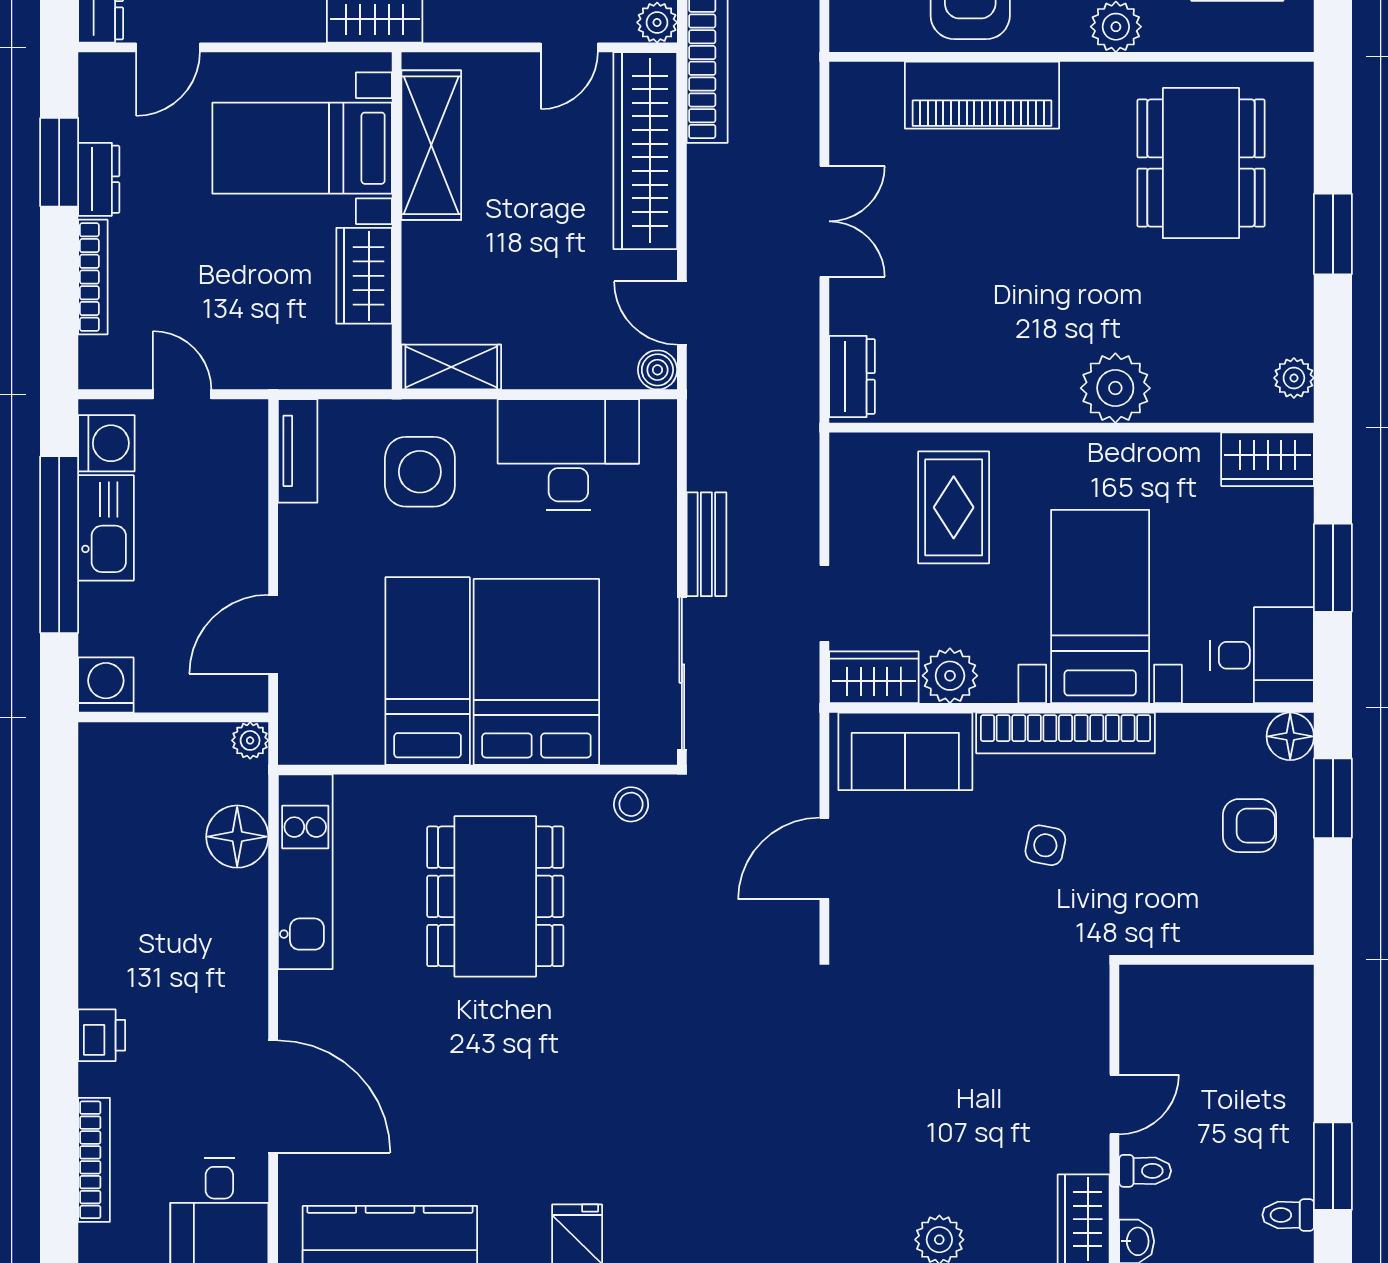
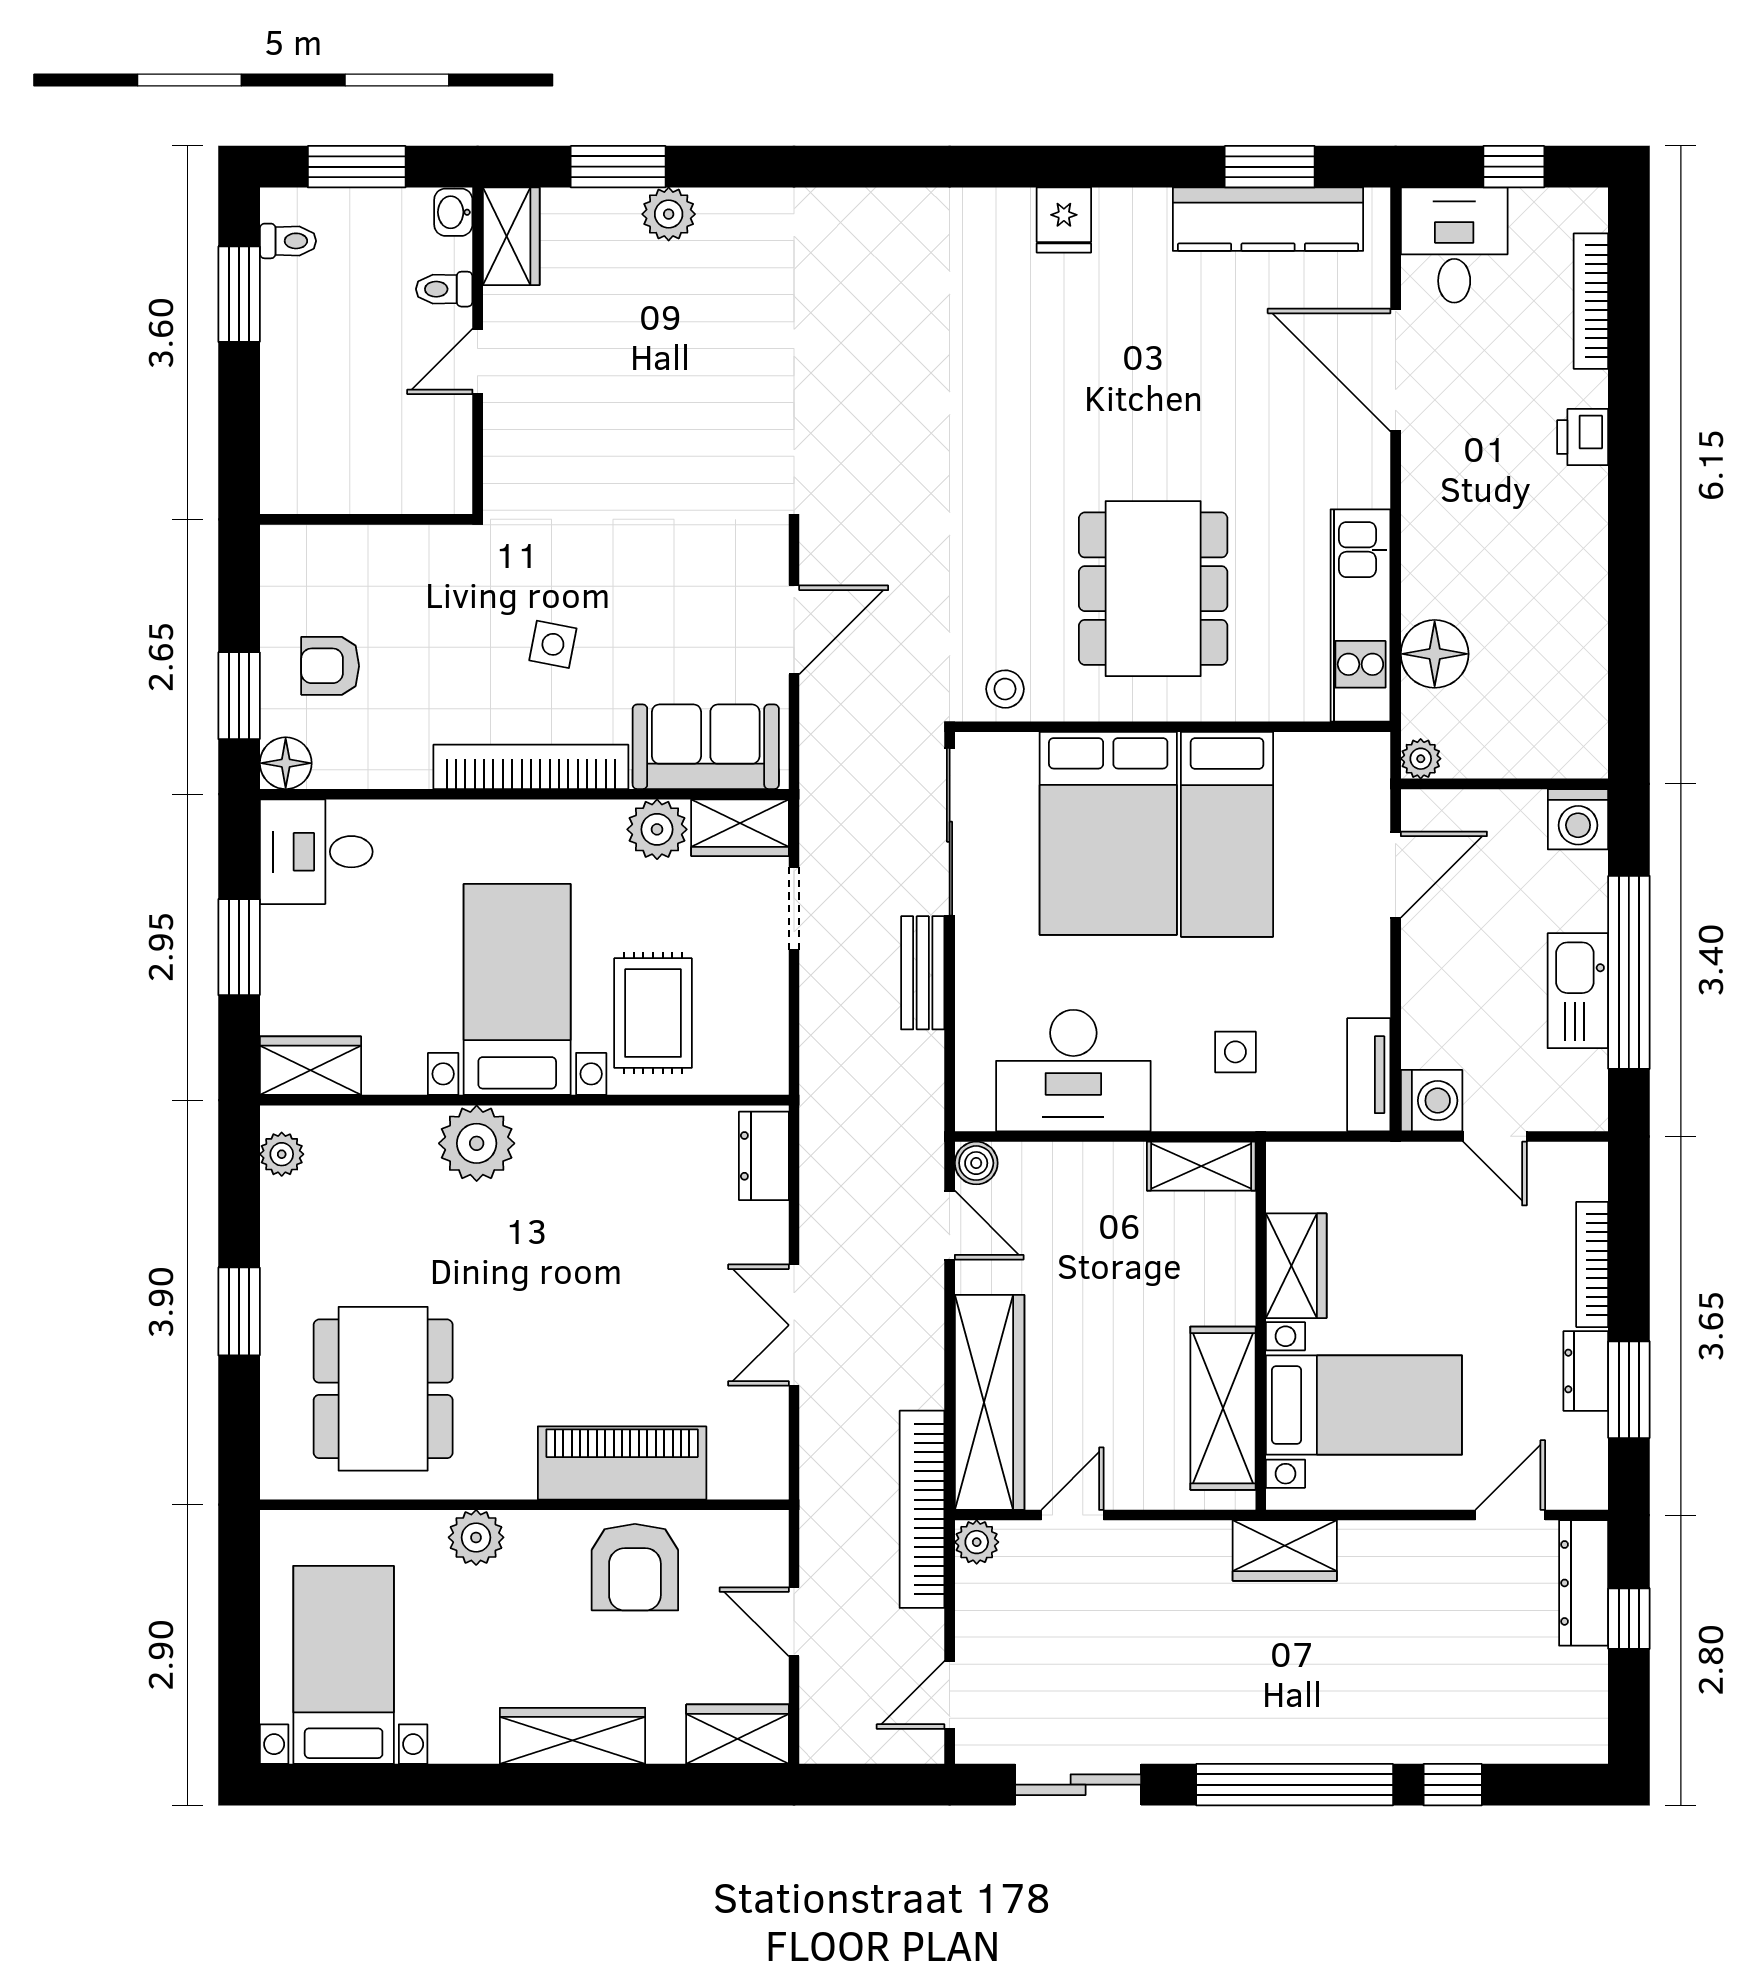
washing machine: (106, 443) -> (1432, 1101), moved, turned 180
side table: (420, 472) -> (1235, 1052), width x0.54, depth x0.54
bed with nightstands: (1100, 606) -> (517, 989), moved, turned 180

